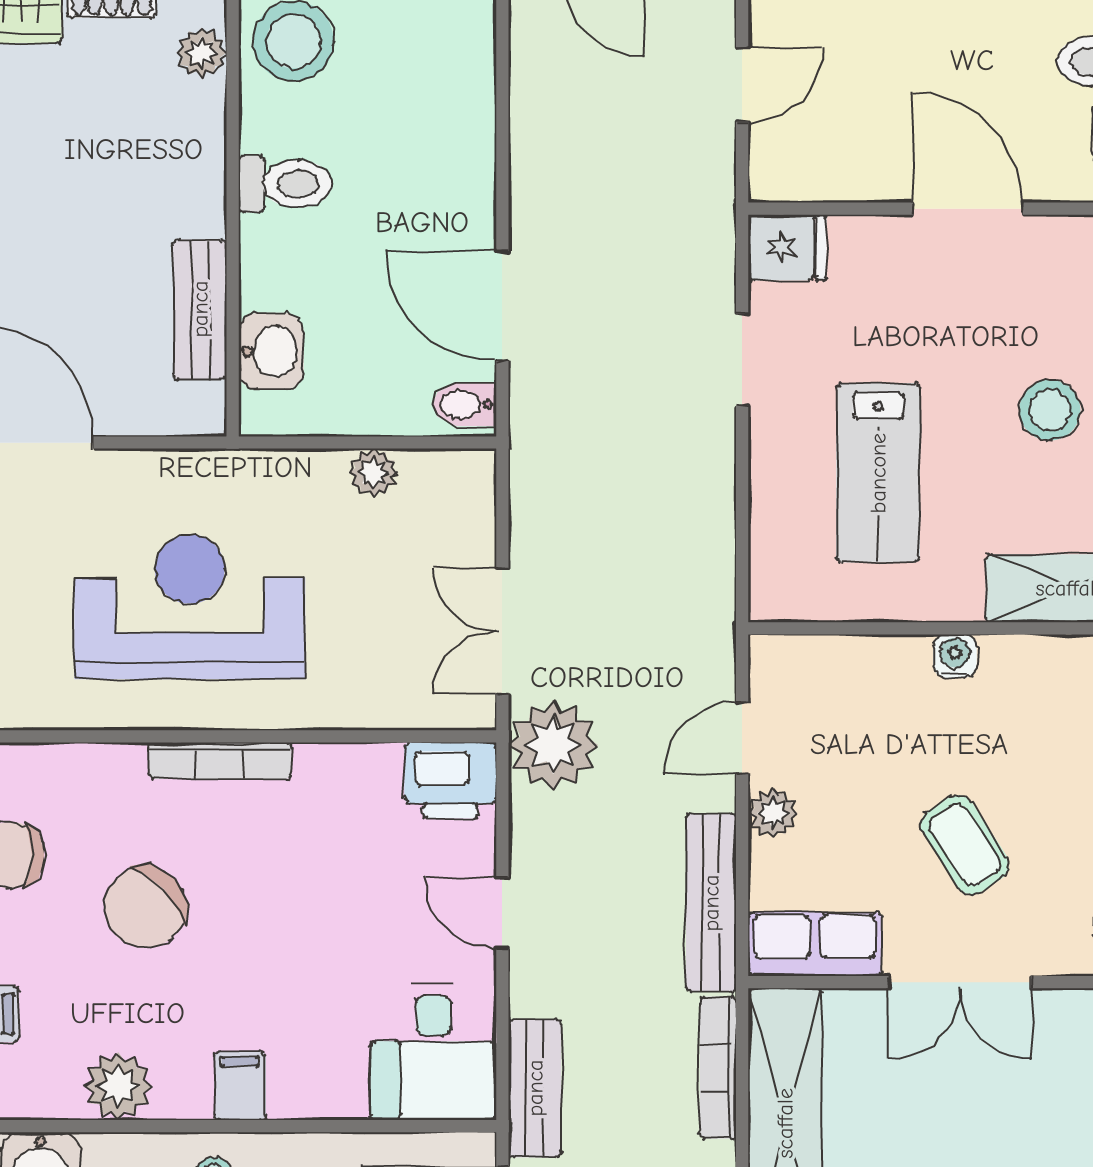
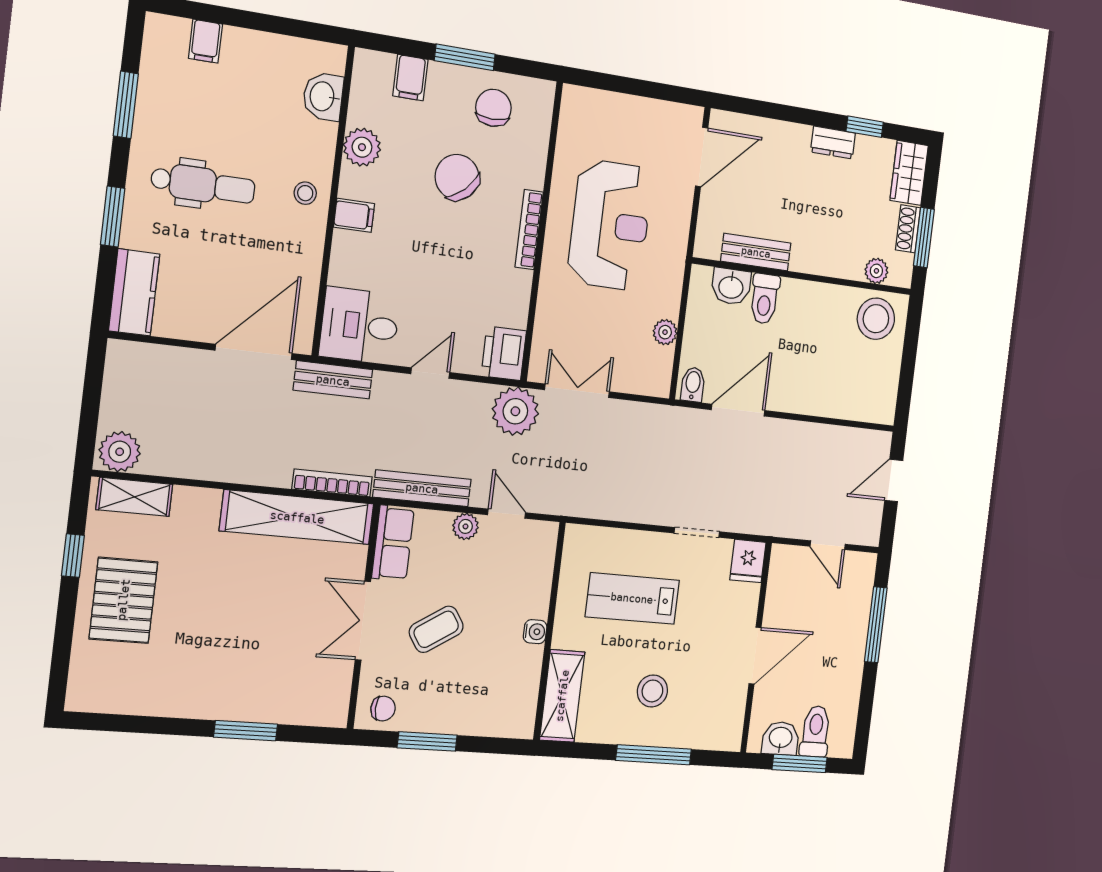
toilet: (285, 184) -> (765, 299), moved

